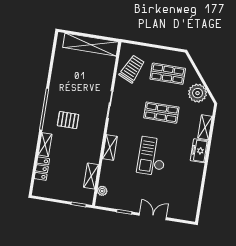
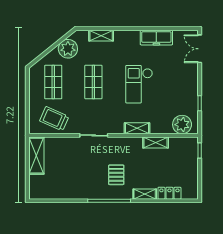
shelving: (91, 45) -> (36, 156), width x0.68
freezer: (199, 151) -> (156, 38), moved, width x1.40
checkout: (152, 156) -> (139, 84), turned 90
shelving: (91, 176) -> (156, 142), moved
plant: (102, 191) -> (182, 125), width x1.88, depth x1.88
double door: (153, 216) -> (200, 49), moved

